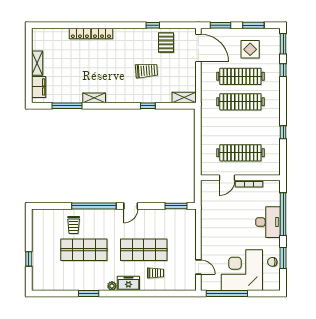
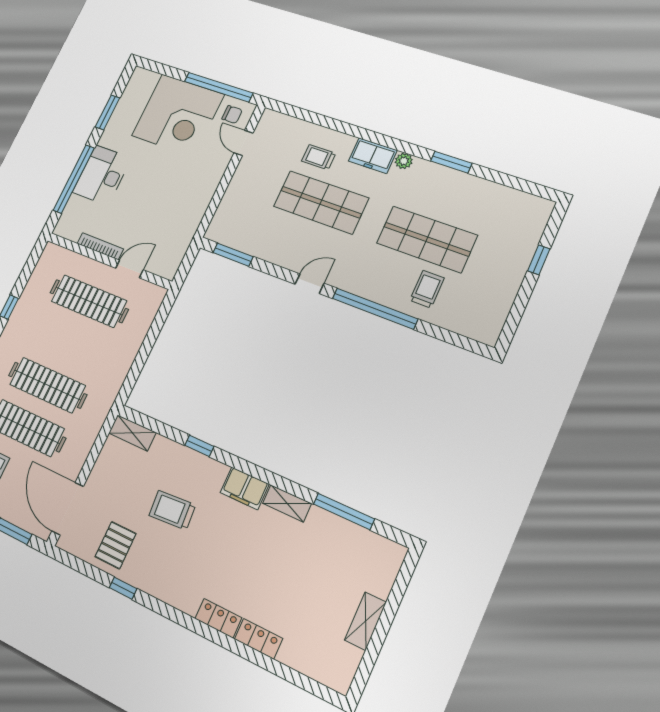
filing cabinet: (39, 87) -> (245, 488), moved, turned -90
chair: (272, 262) -> (232, 115), moved

